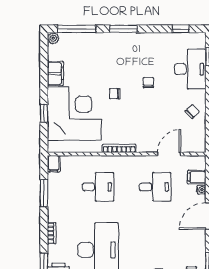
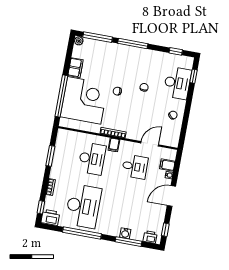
window: (123, 29) -> (133, 44), width x1.44
window: (44, 113) -> (61, 96), width x3.17
filing cabinet: (54, 164) -> (114, 145), moved
desk: (98, 187) -> (92, 159), width x1.37

